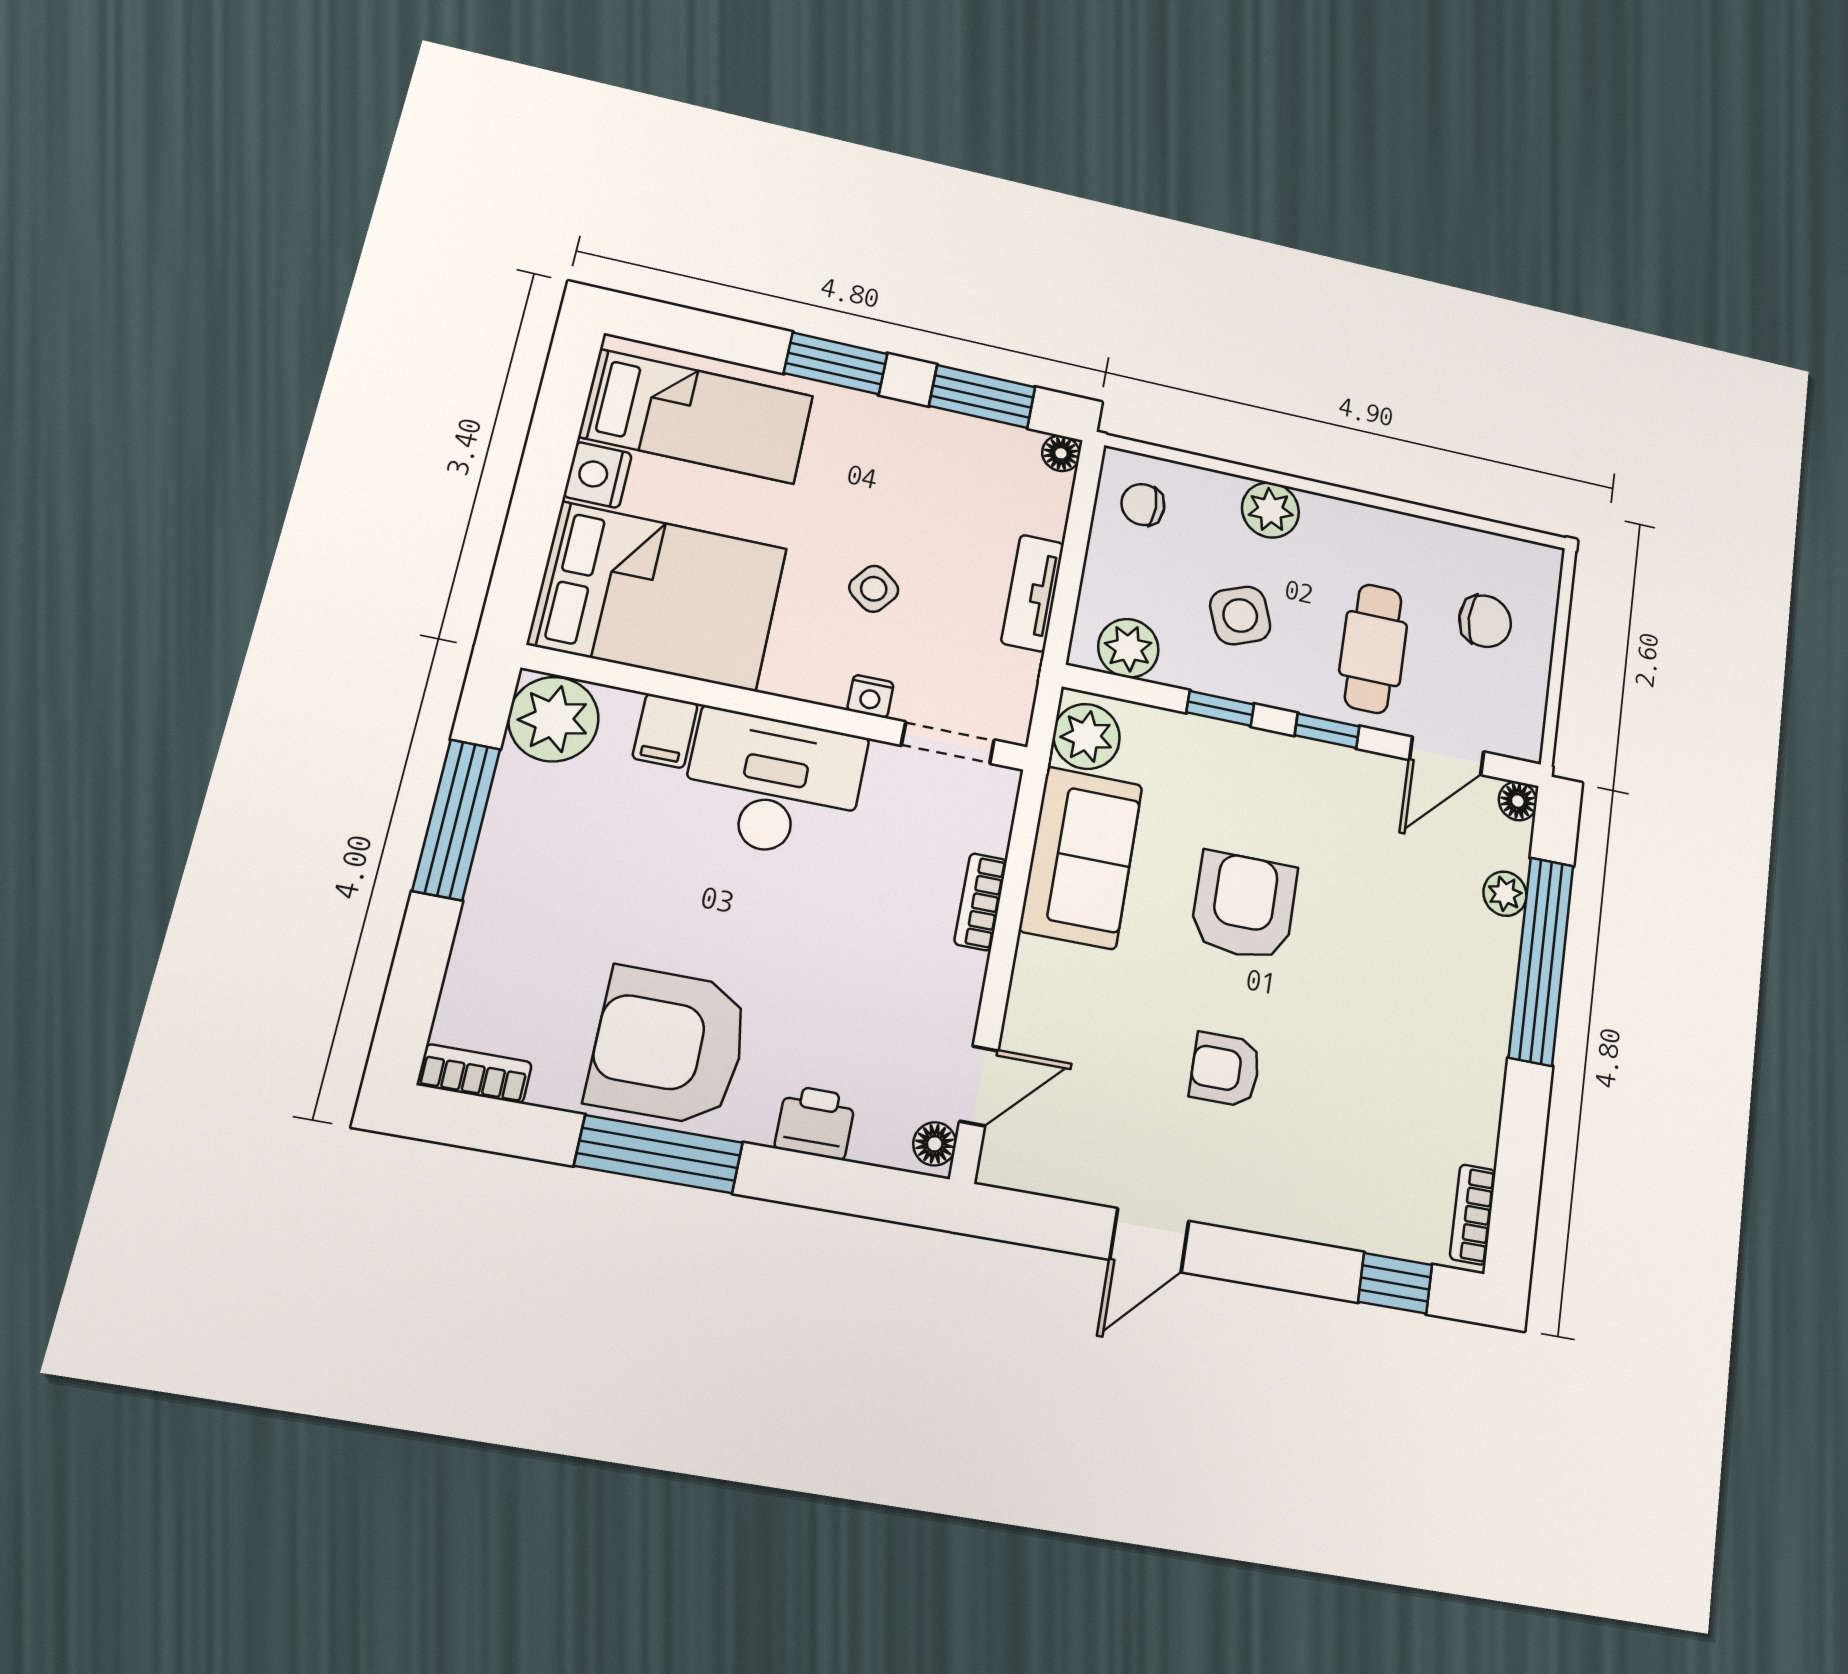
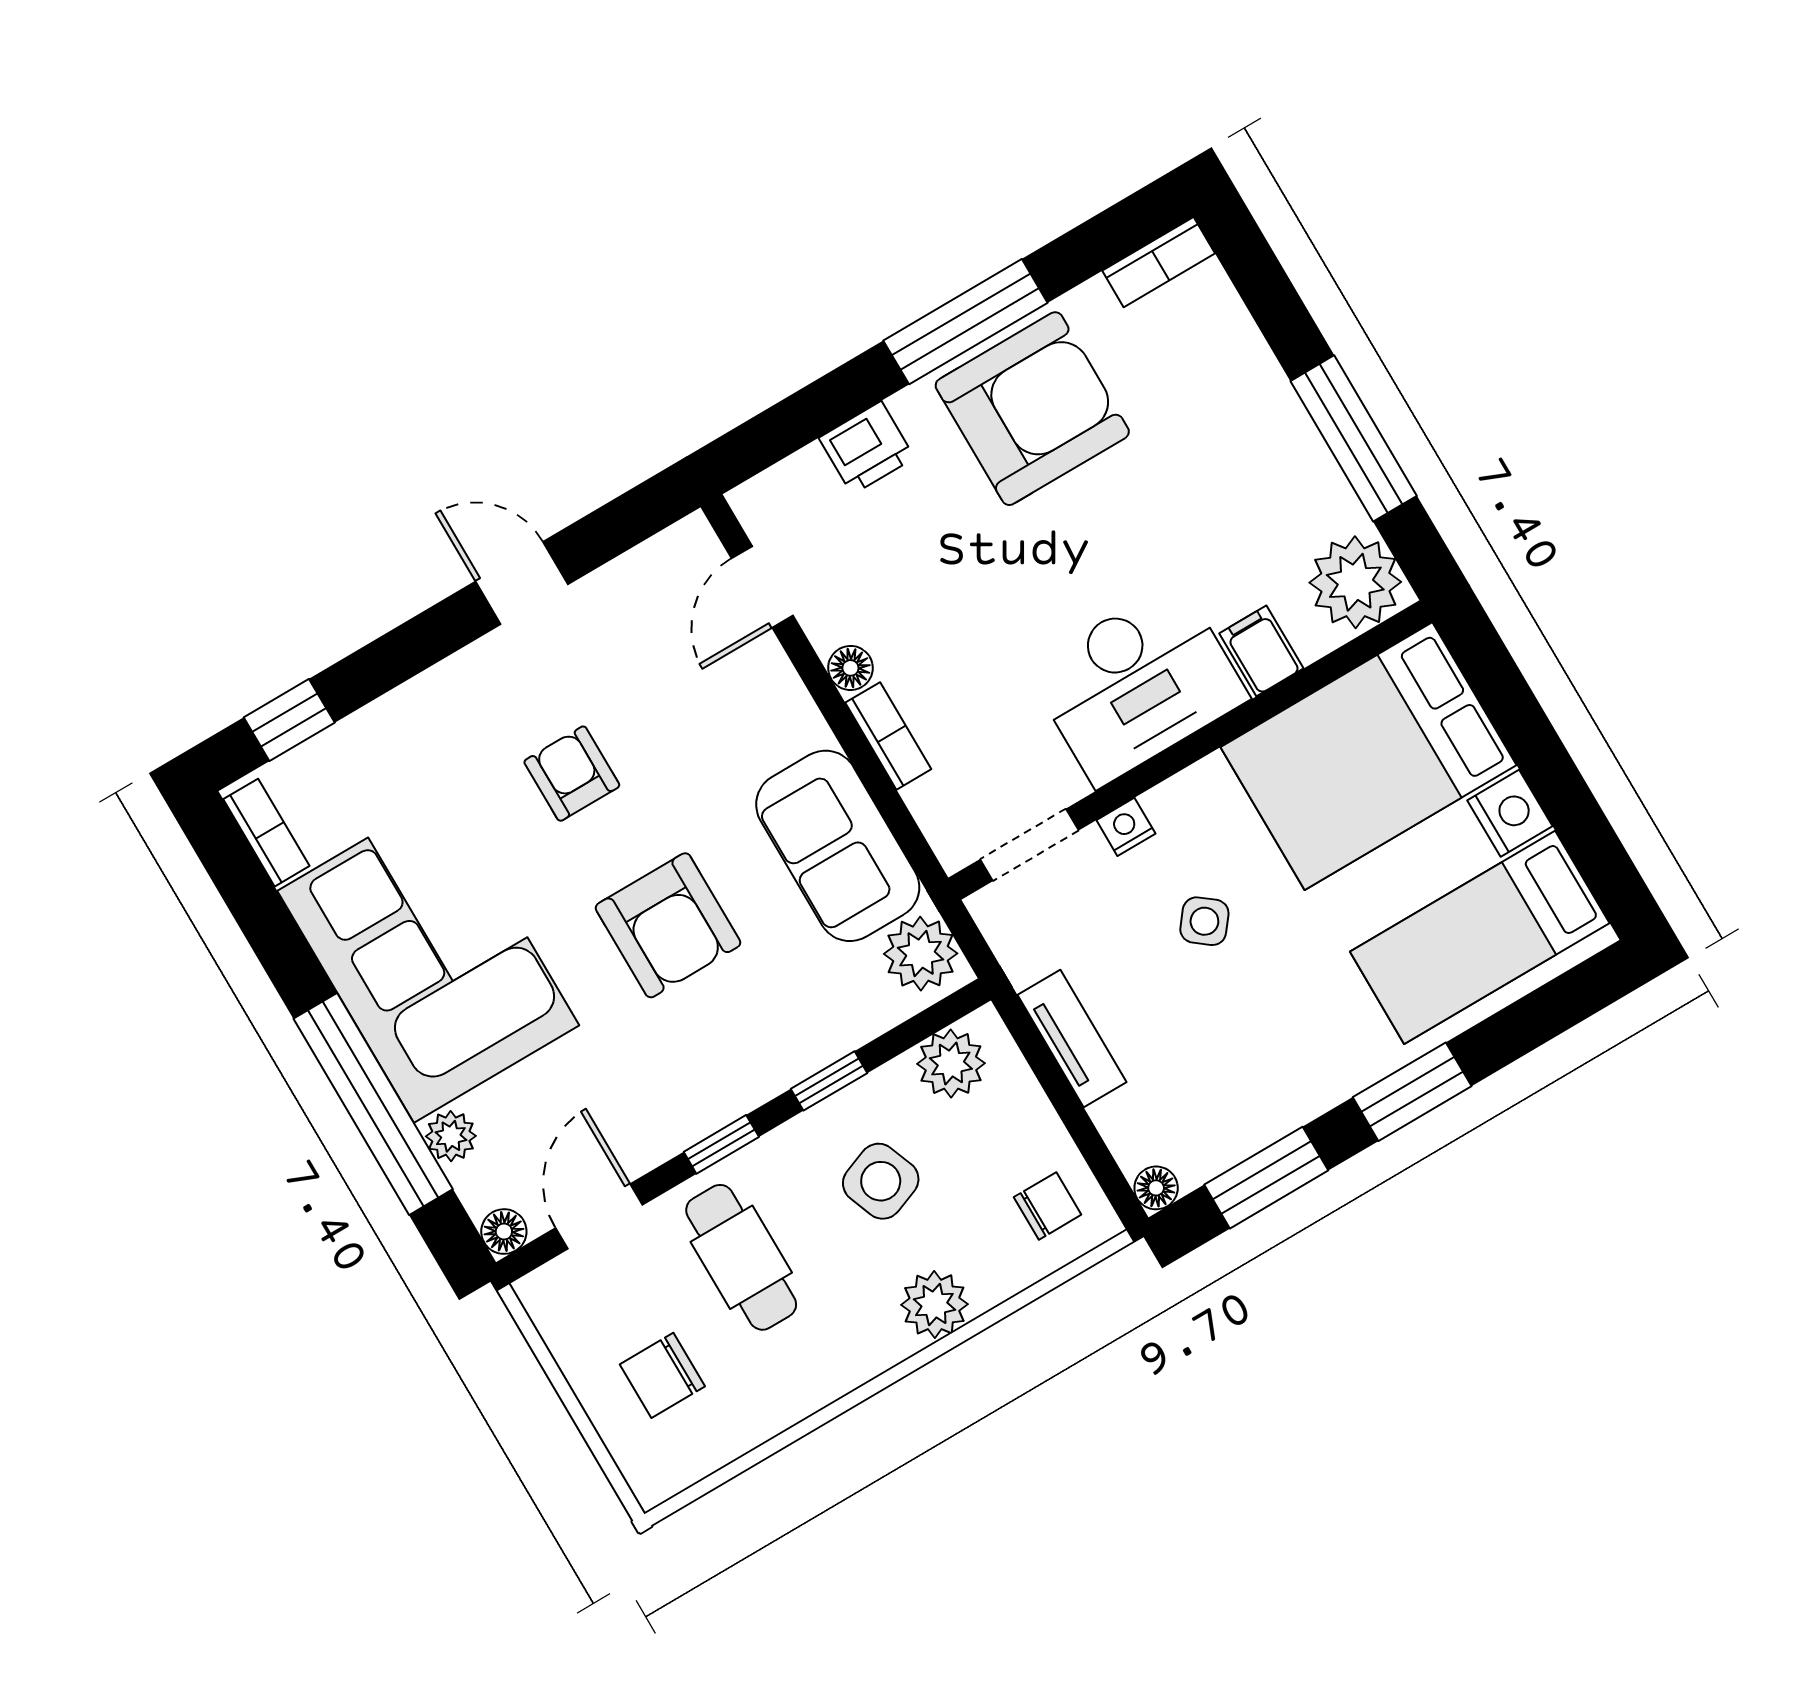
corner sofa: (1427, 1027) -> (428, 958), added
armchair: (1225, 1069) -> (572, 774), turned -90
floor lamp: (935, 1144) -> (850, 668), moved
door: (1149, 1240) -> (522, 583), hinge flipped

